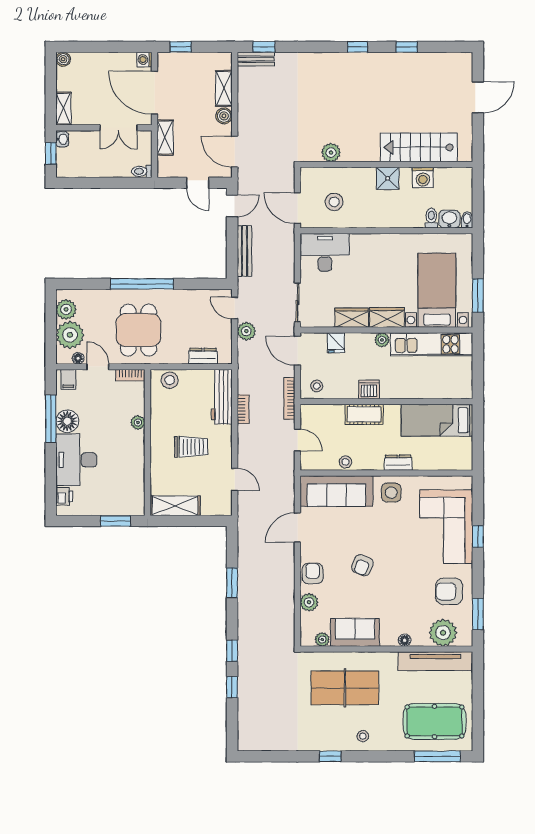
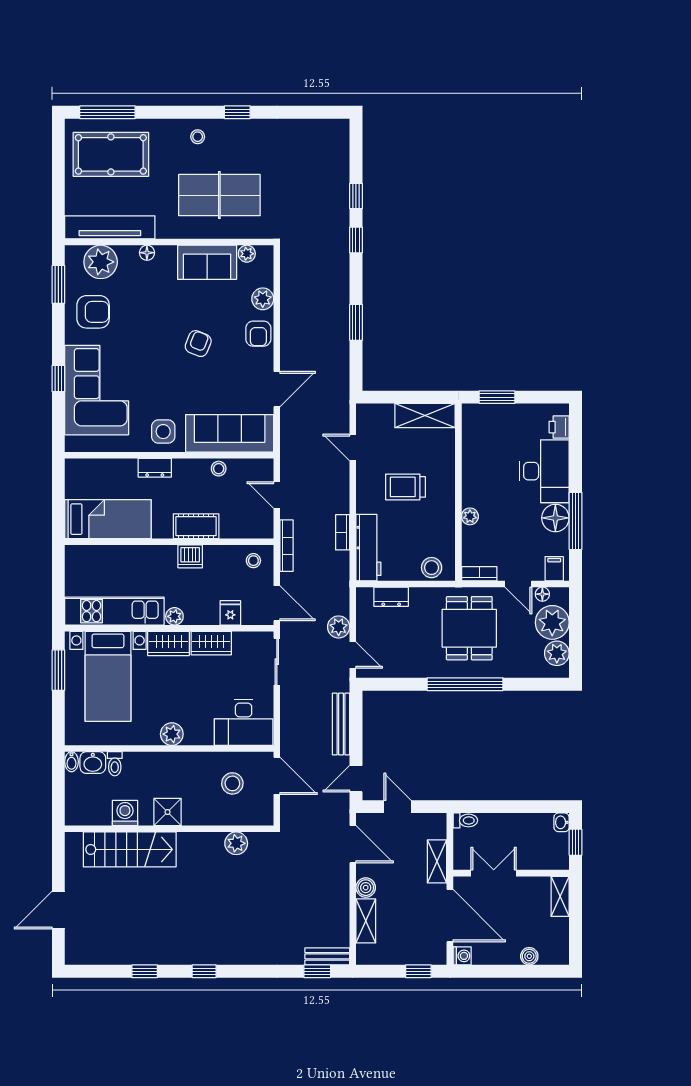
boiler: (63, 59) -> (529, 956), moved
washbasin: (62, 139) -> (562, 822), moved
plant: (384, 243) -> (172, 734), added

